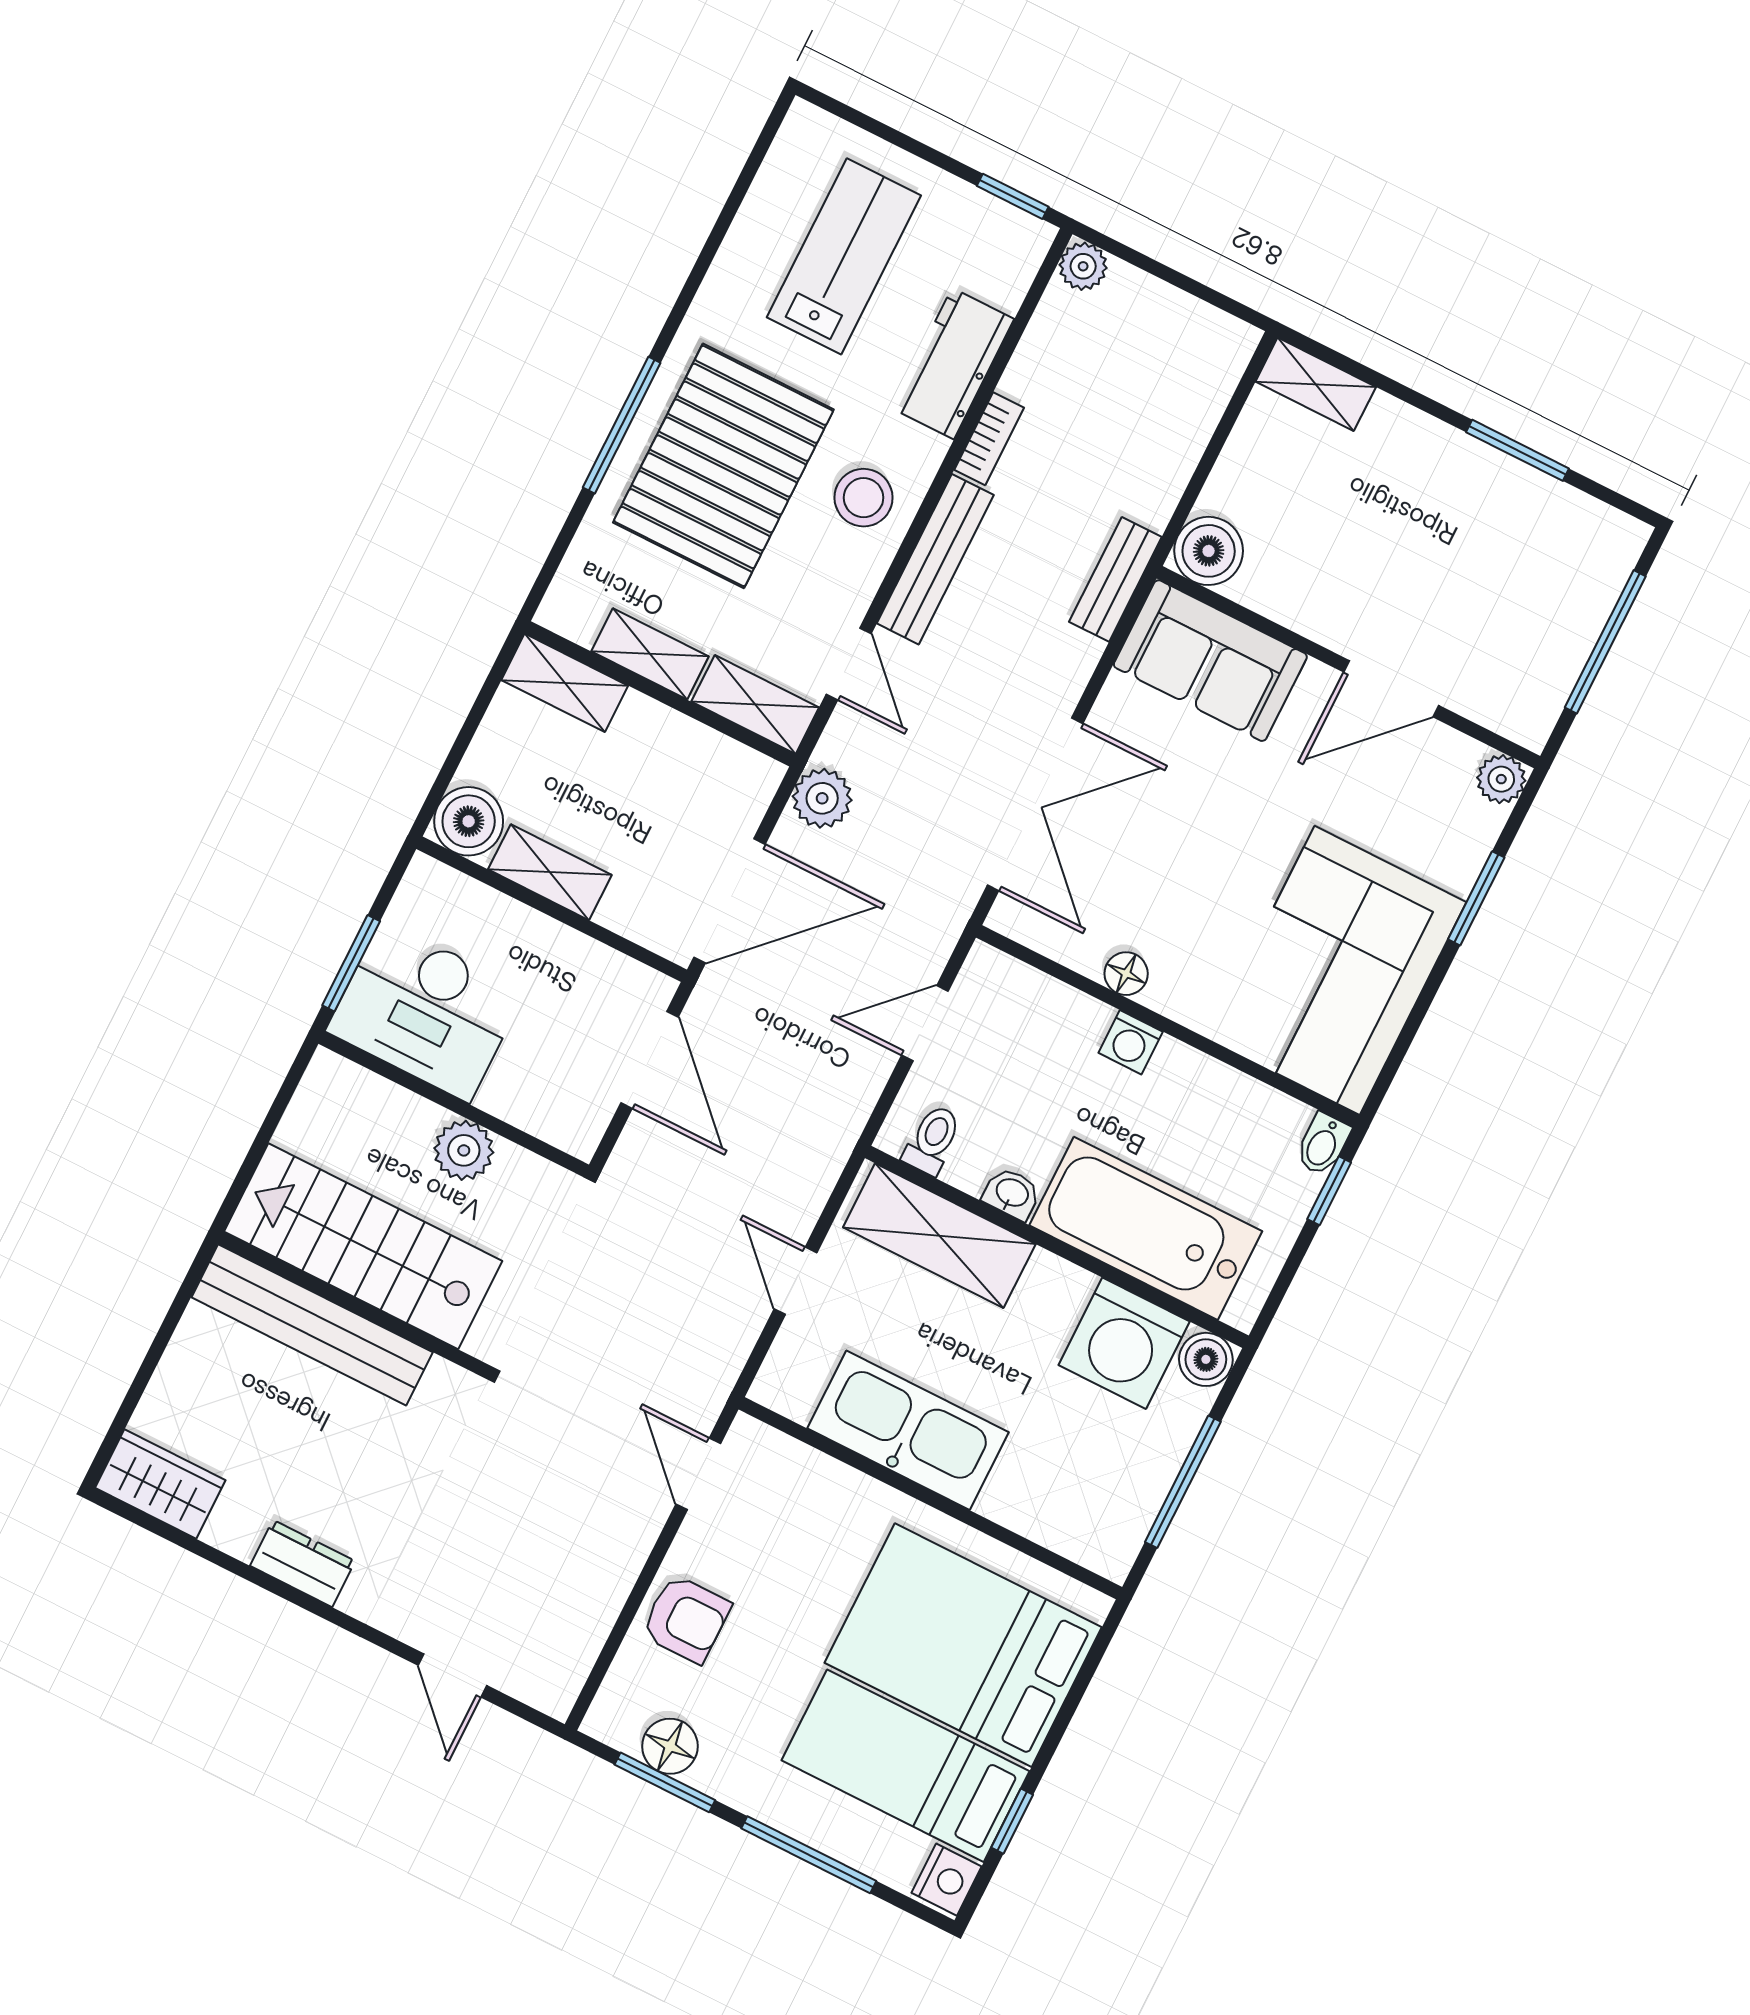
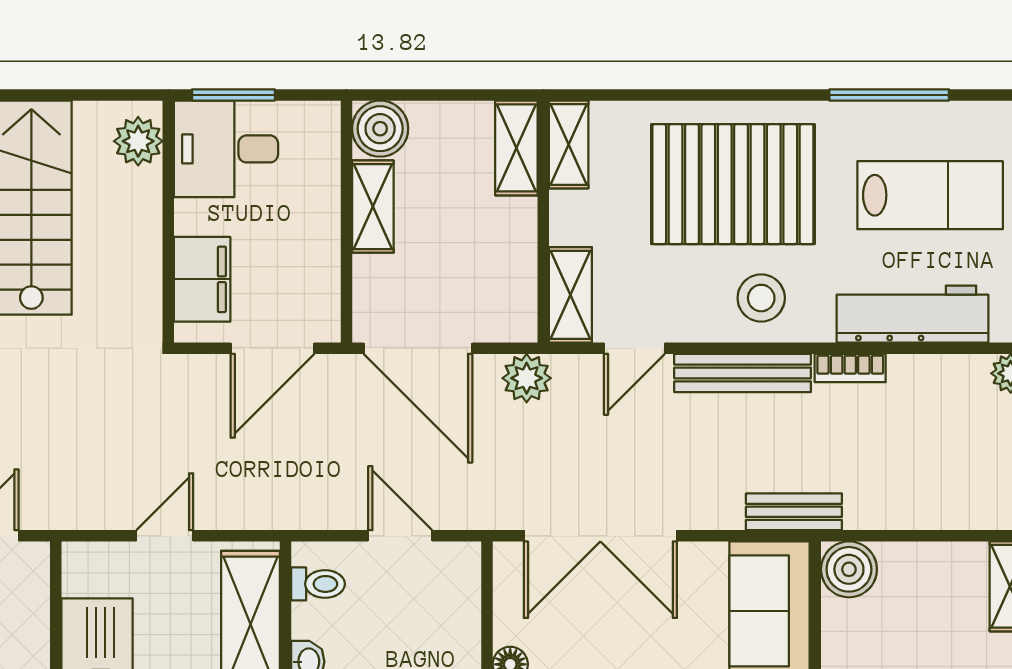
workbench: (953, 364) -> (912, 314), width x1.38
window: (622, 425) -> (889, 95), moved
shelving: (650, 654) -> (569, 144), moved
desk: (426, 1011) -> (226, 149), width x0.73
filing cabinet: (535, 1099) -> (202, 279), added
plant: (464, 1150) -> (138, 141), moved

